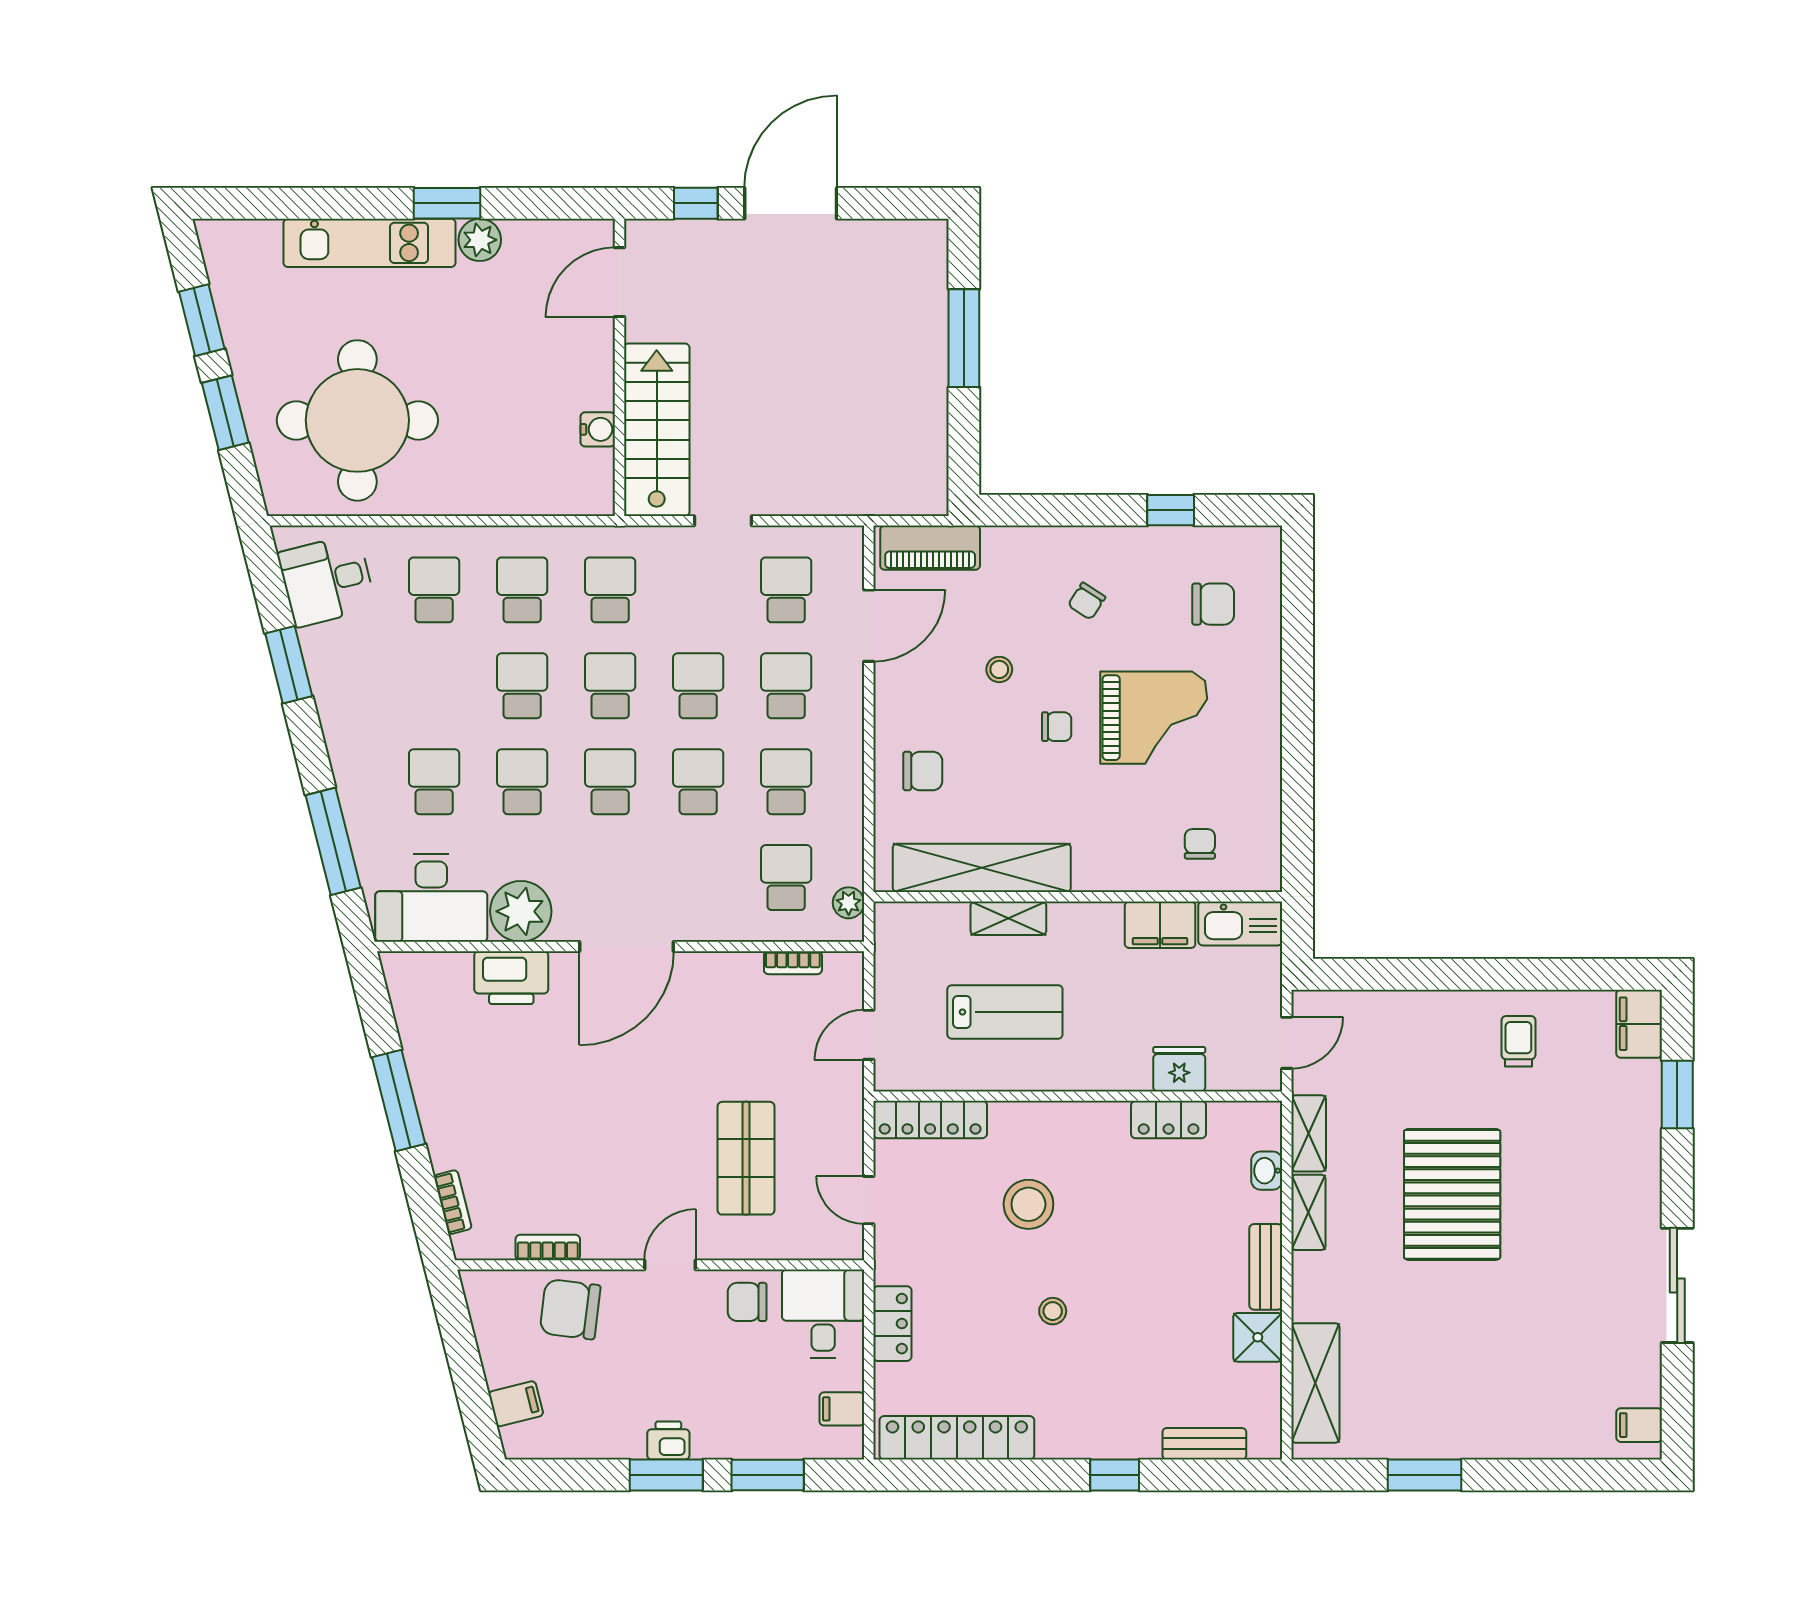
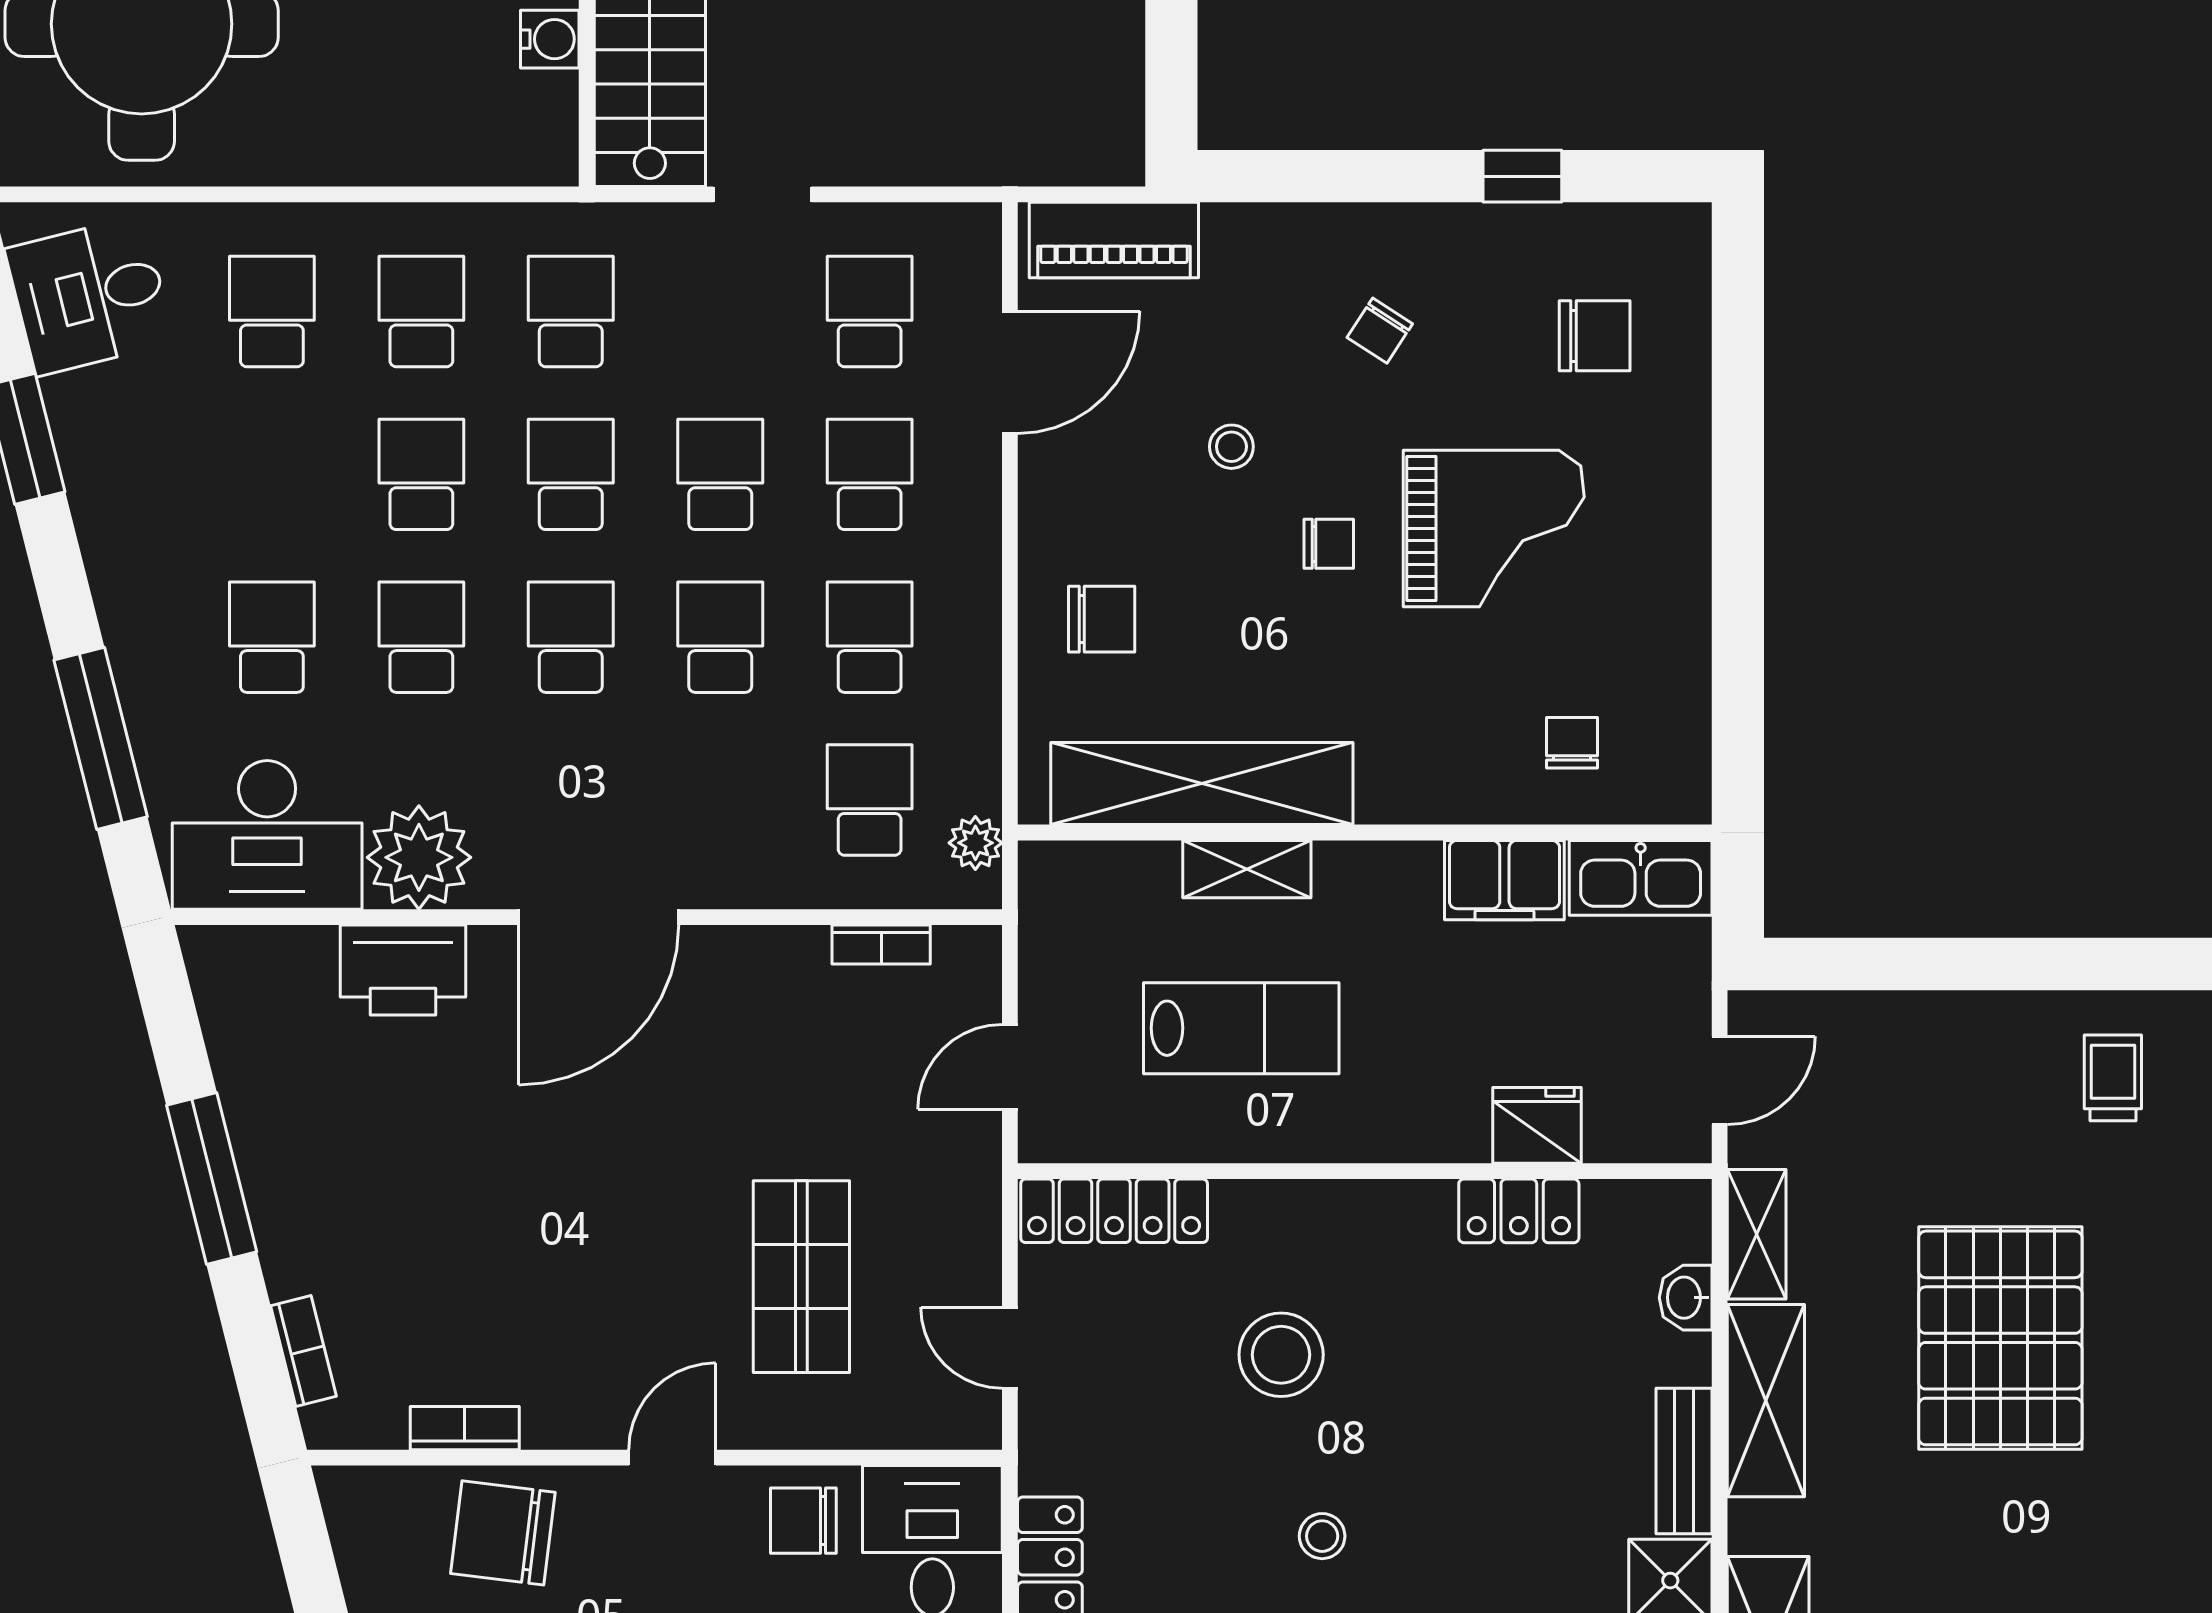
shelving: (1308, 1212) -> (1766, 1401), width x1.50, depth x1.33

